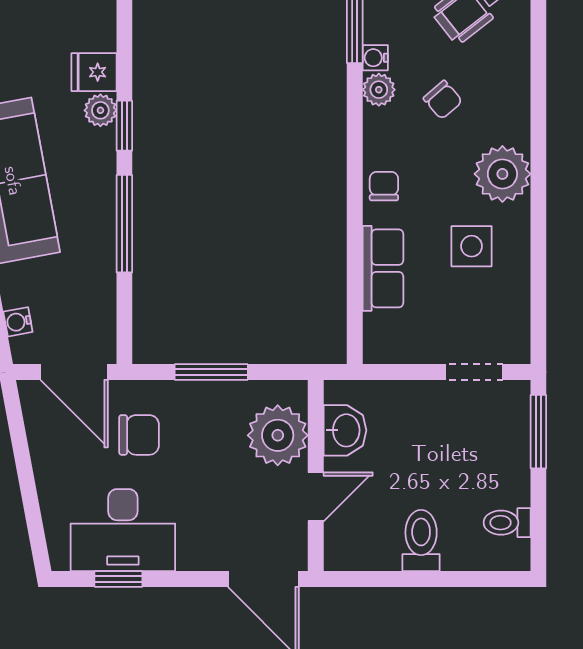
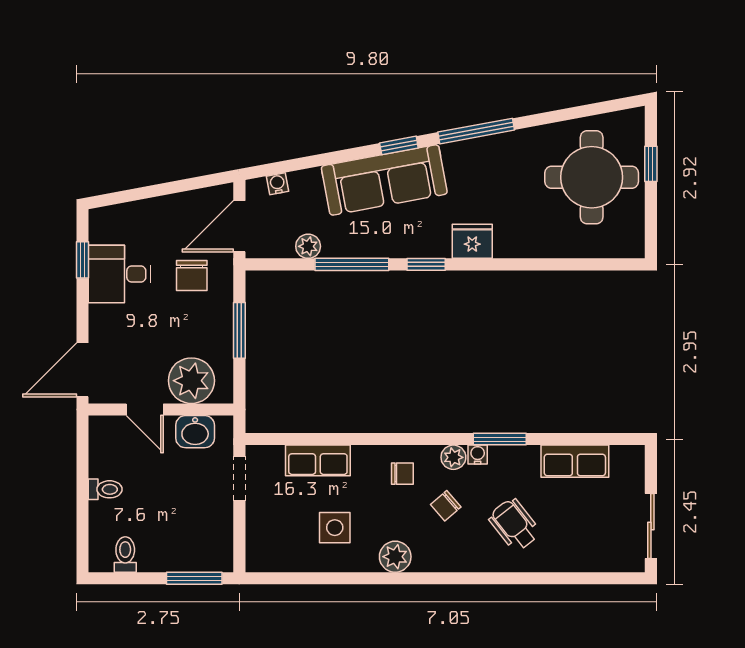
fridge: (94, 72) -> (472, 241), width x1.38
plant: (100, 110) -> (308, 246), moved
plant: (502, 174) -> (395, 557), width x0.73, depth x0.73
chair: (384, 186) -> (402, 474), moved
doorway: (474, 372) -> (239, 478), moved
desk: (123, 530) -> (119, 274), width x0.73
toilet: (421, 541) -> (105, 489), width x0.73, depth x0.72

